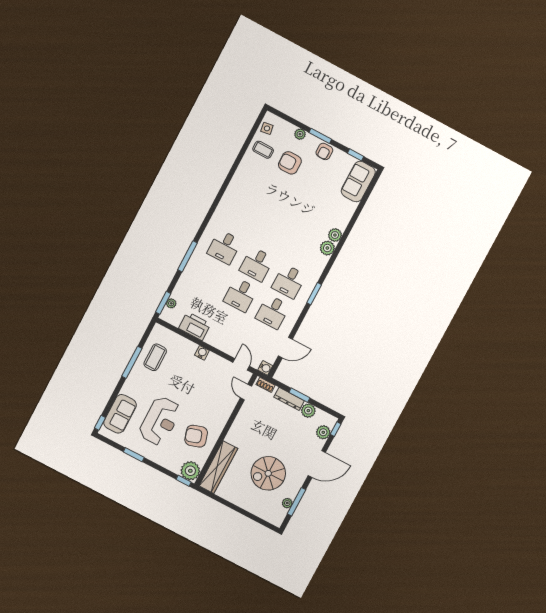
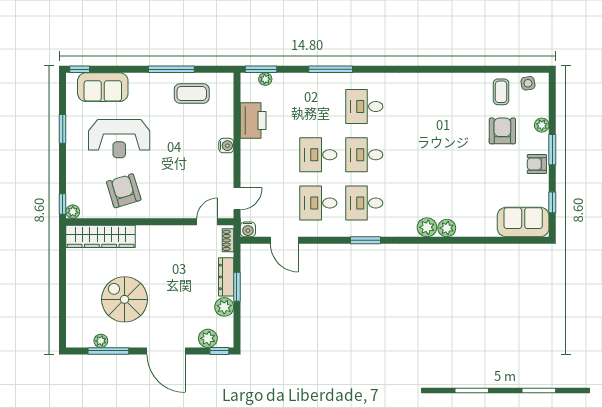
plant: (190, 471) -> (73, 212), width x0.53, depth x0.53

